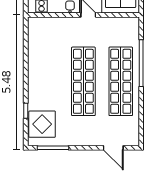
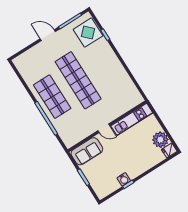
shop shelf: (121, 81) -> (52, 97), width x0.71
door: (113, 148) -> (48, 35), moved

